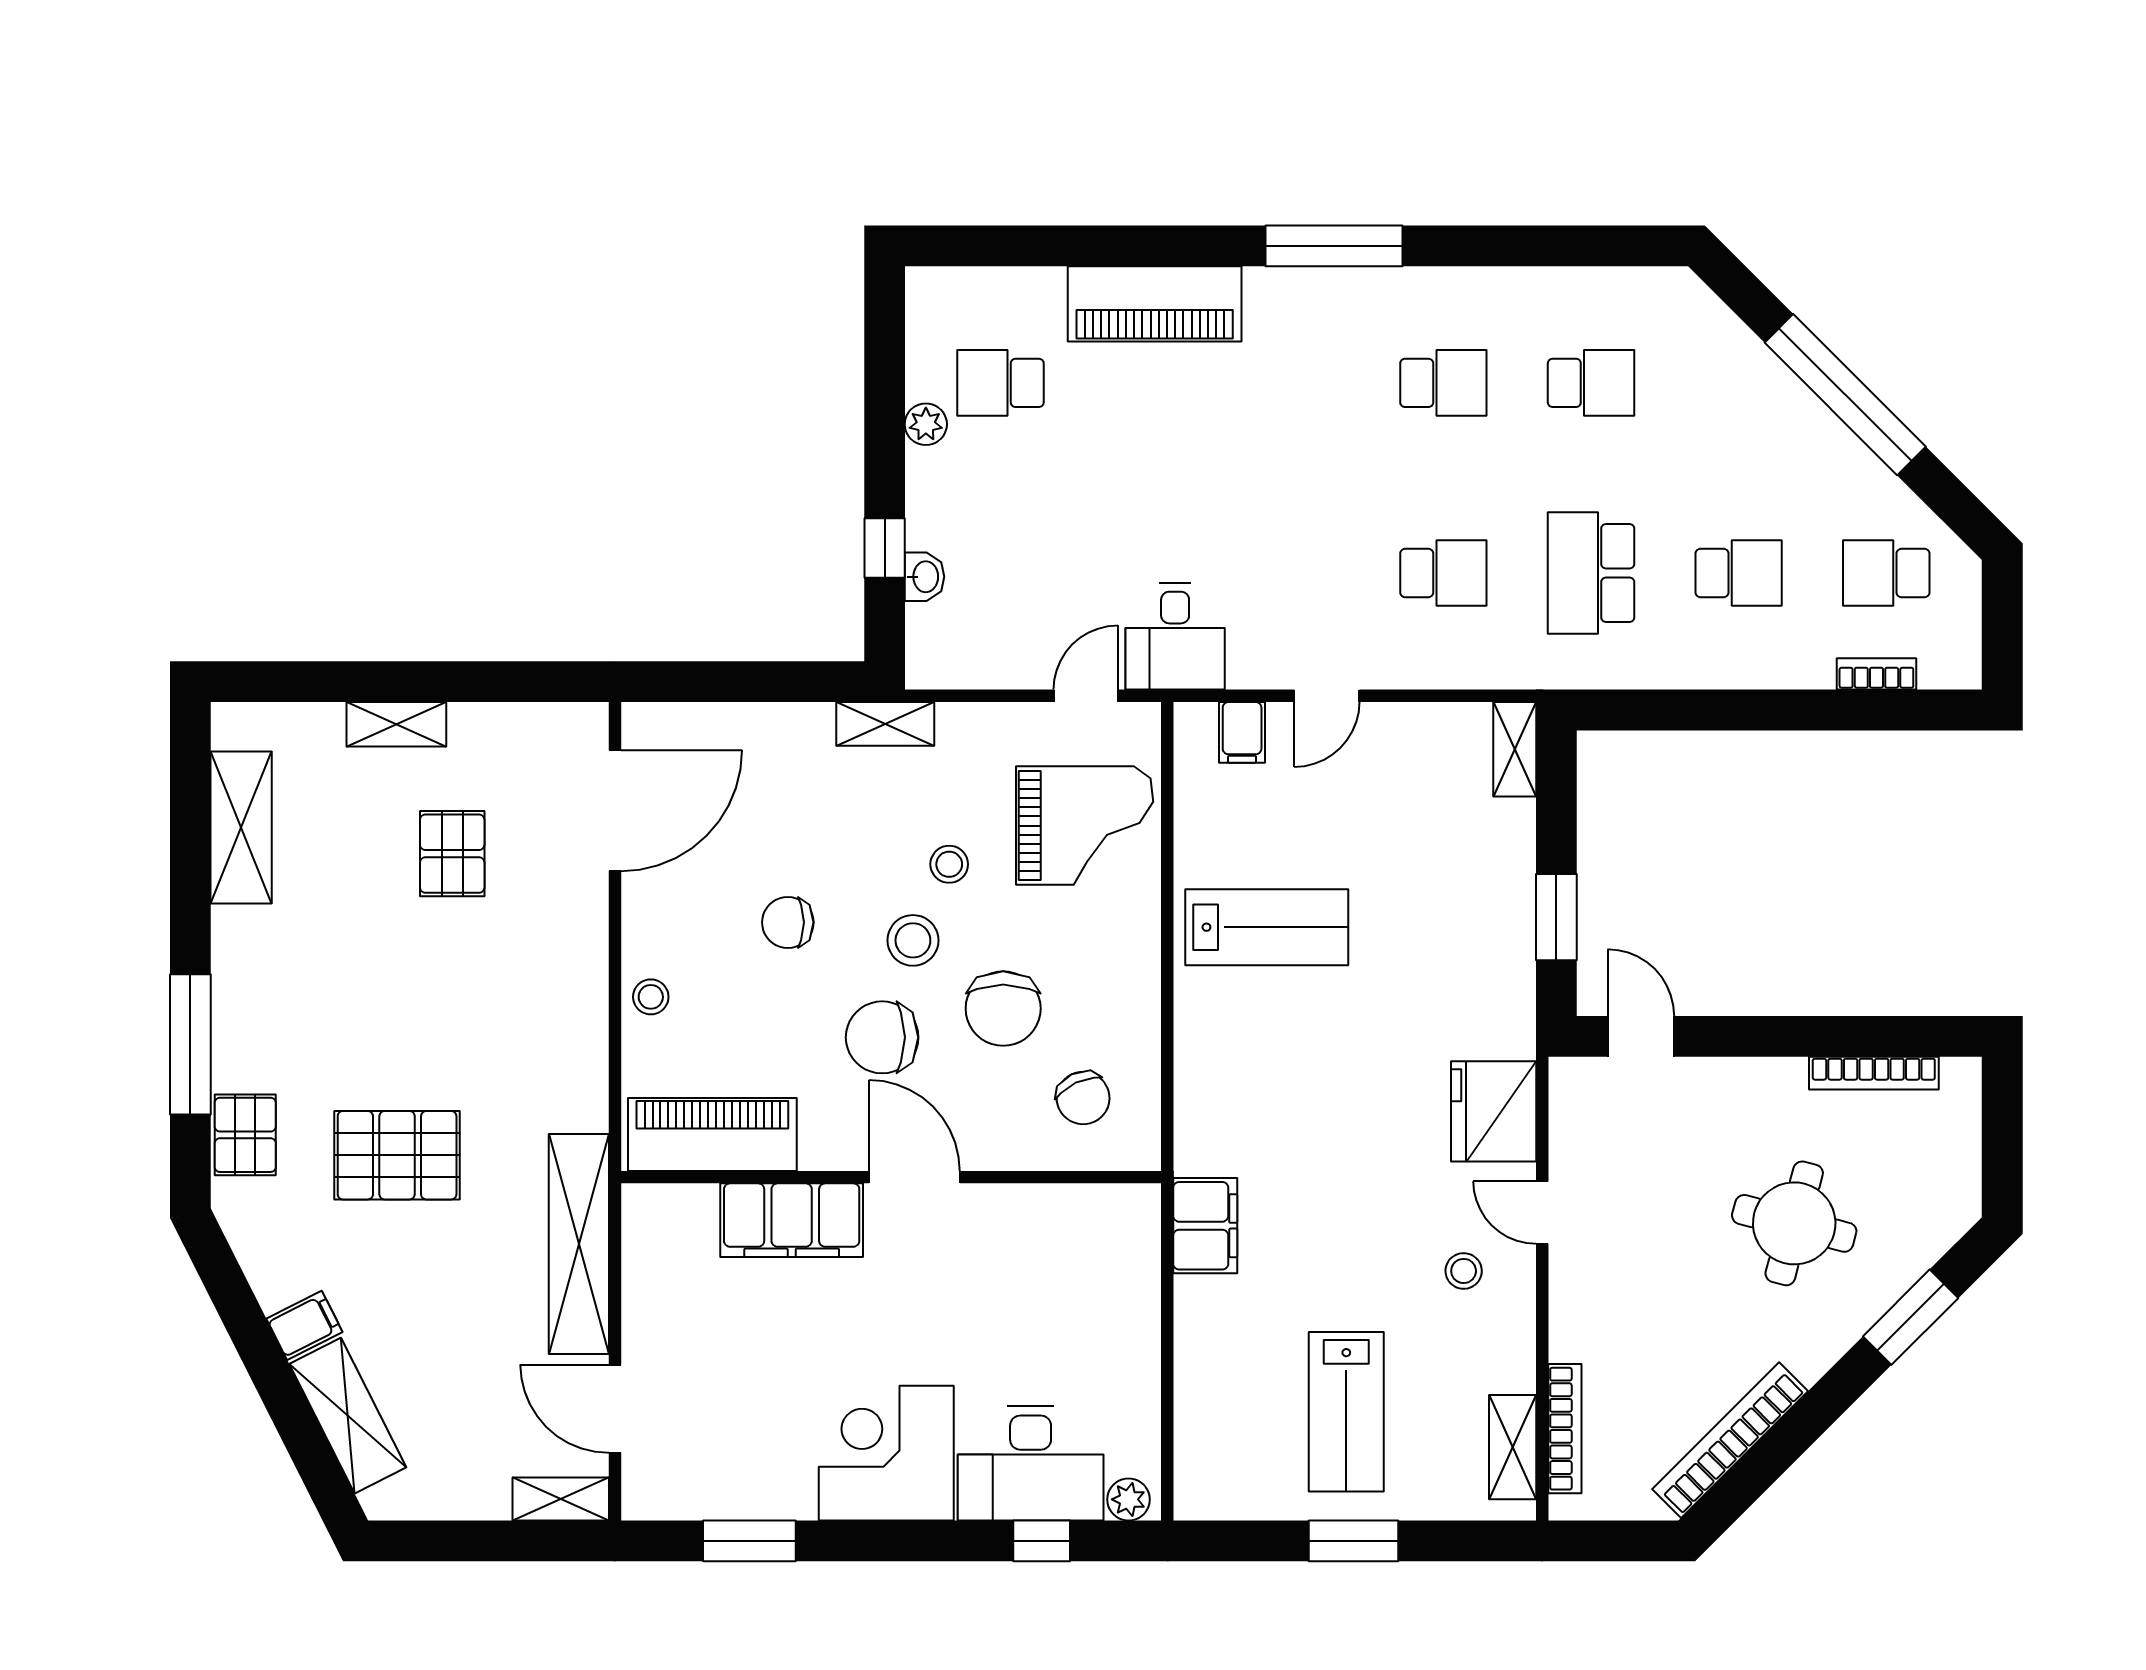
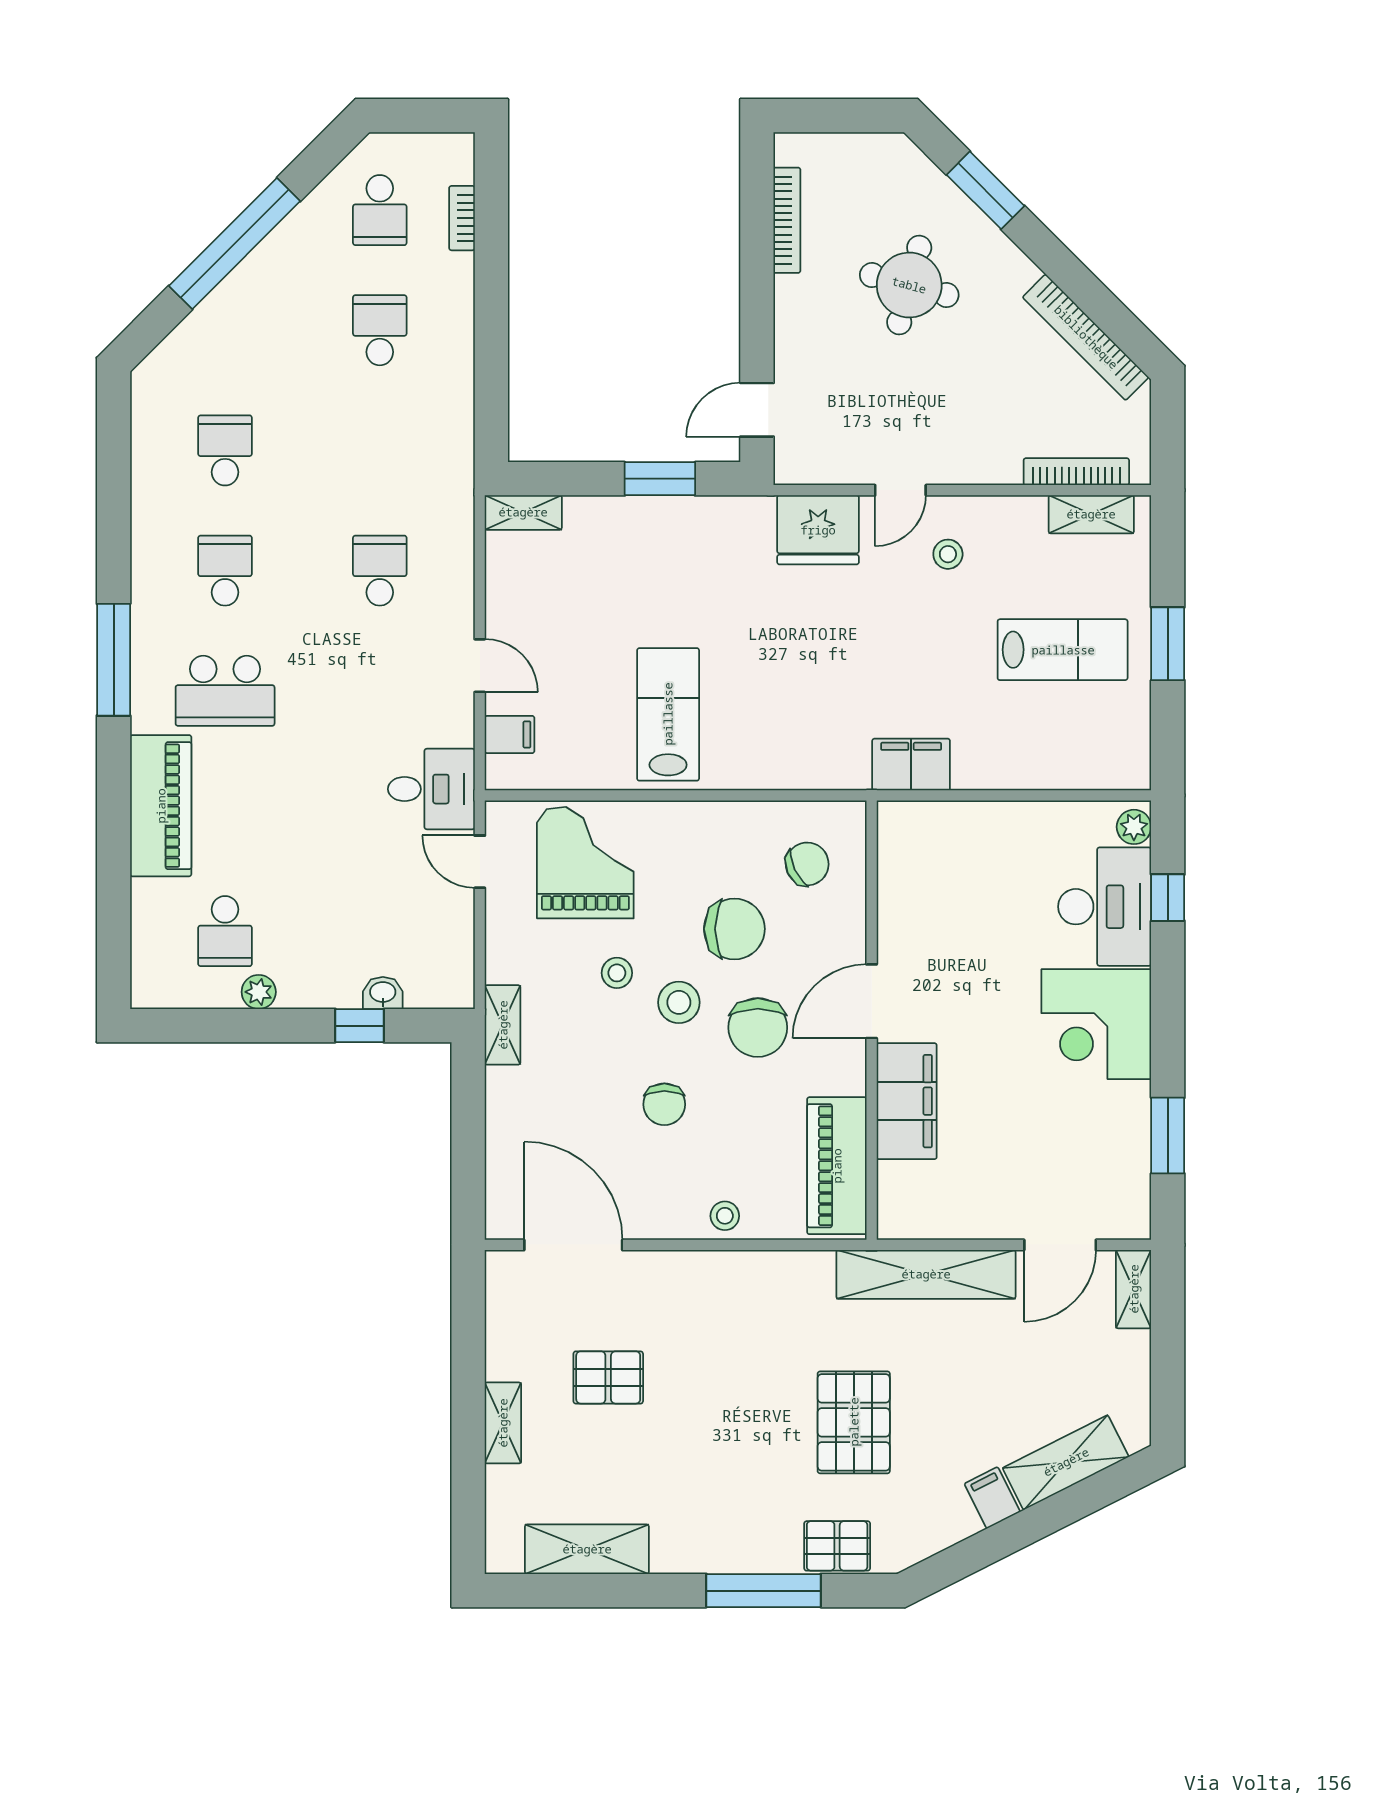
school desk: (1591, 573) -> (225, 691), moved

